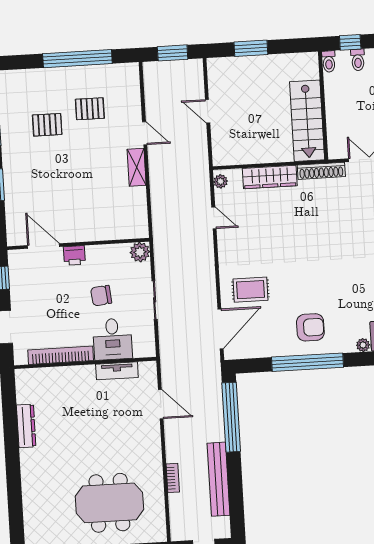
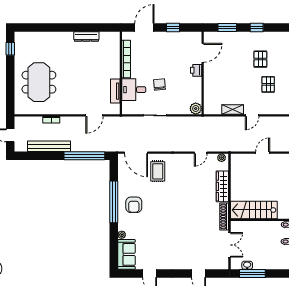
wall: (78, 244) -> (203, 73), moved
door: (43, 246) -> (203, 53), moved
plant: (140, 252) -> (196, 109), moved
printer: (74, 255) -> (196, 70), moved

